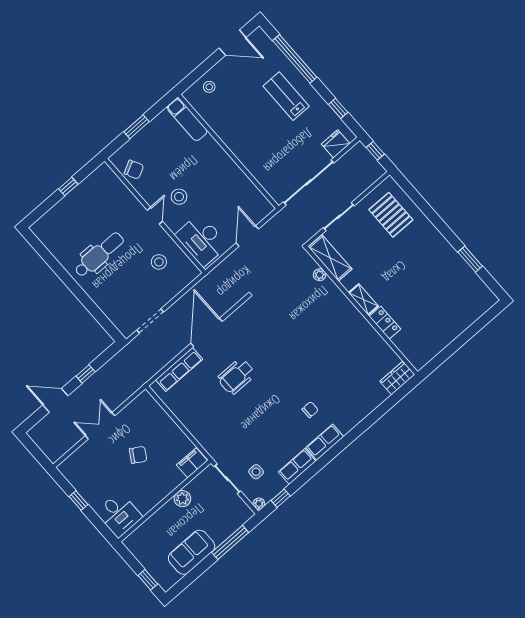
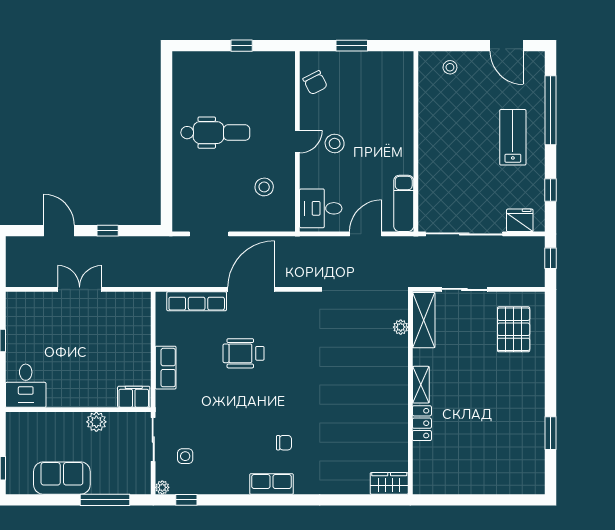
exam couch: (187, 120) -> (404, 203), moved
desk: (202, 240) -> (321, 208), width x0.73
chair: (138, 455) -> (91, 346), removed
row of seats: (297, 466) -> (166, 368), moved, turned 90

